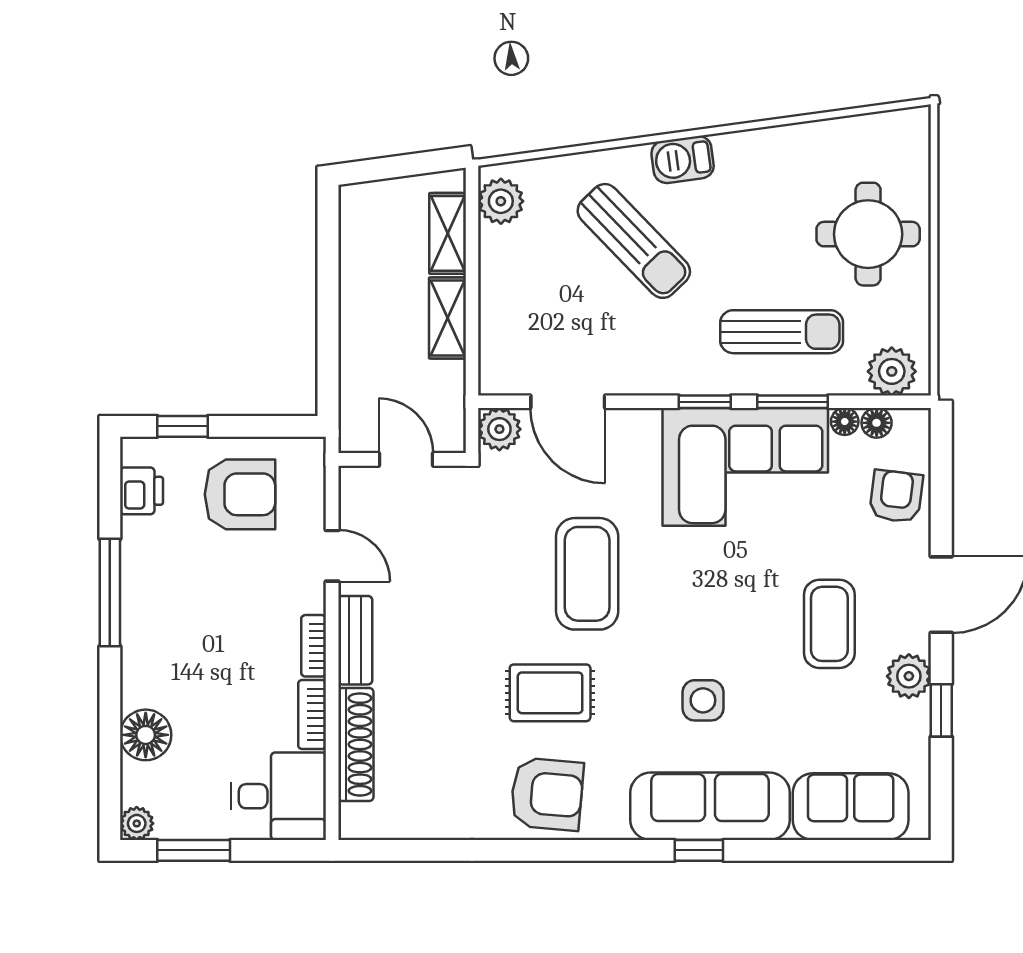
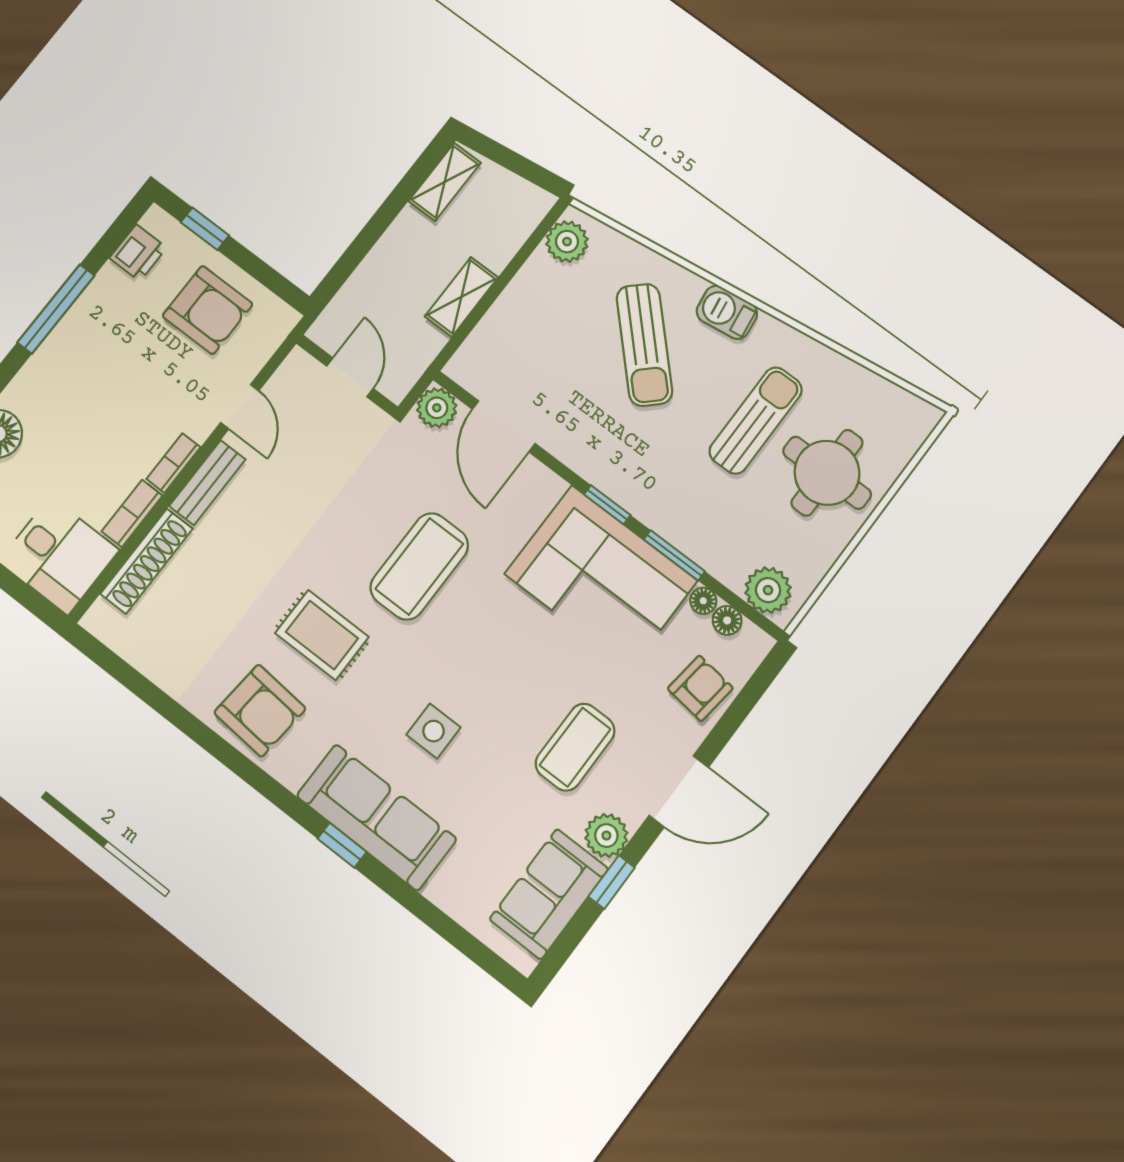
shelving: (448, 233) -> (445, 182), moved
sun lounger: (782, 332) -> (756, 420), moved, turned -90
sofa: (851, 807) -> (549, 894), moved, turned -90

